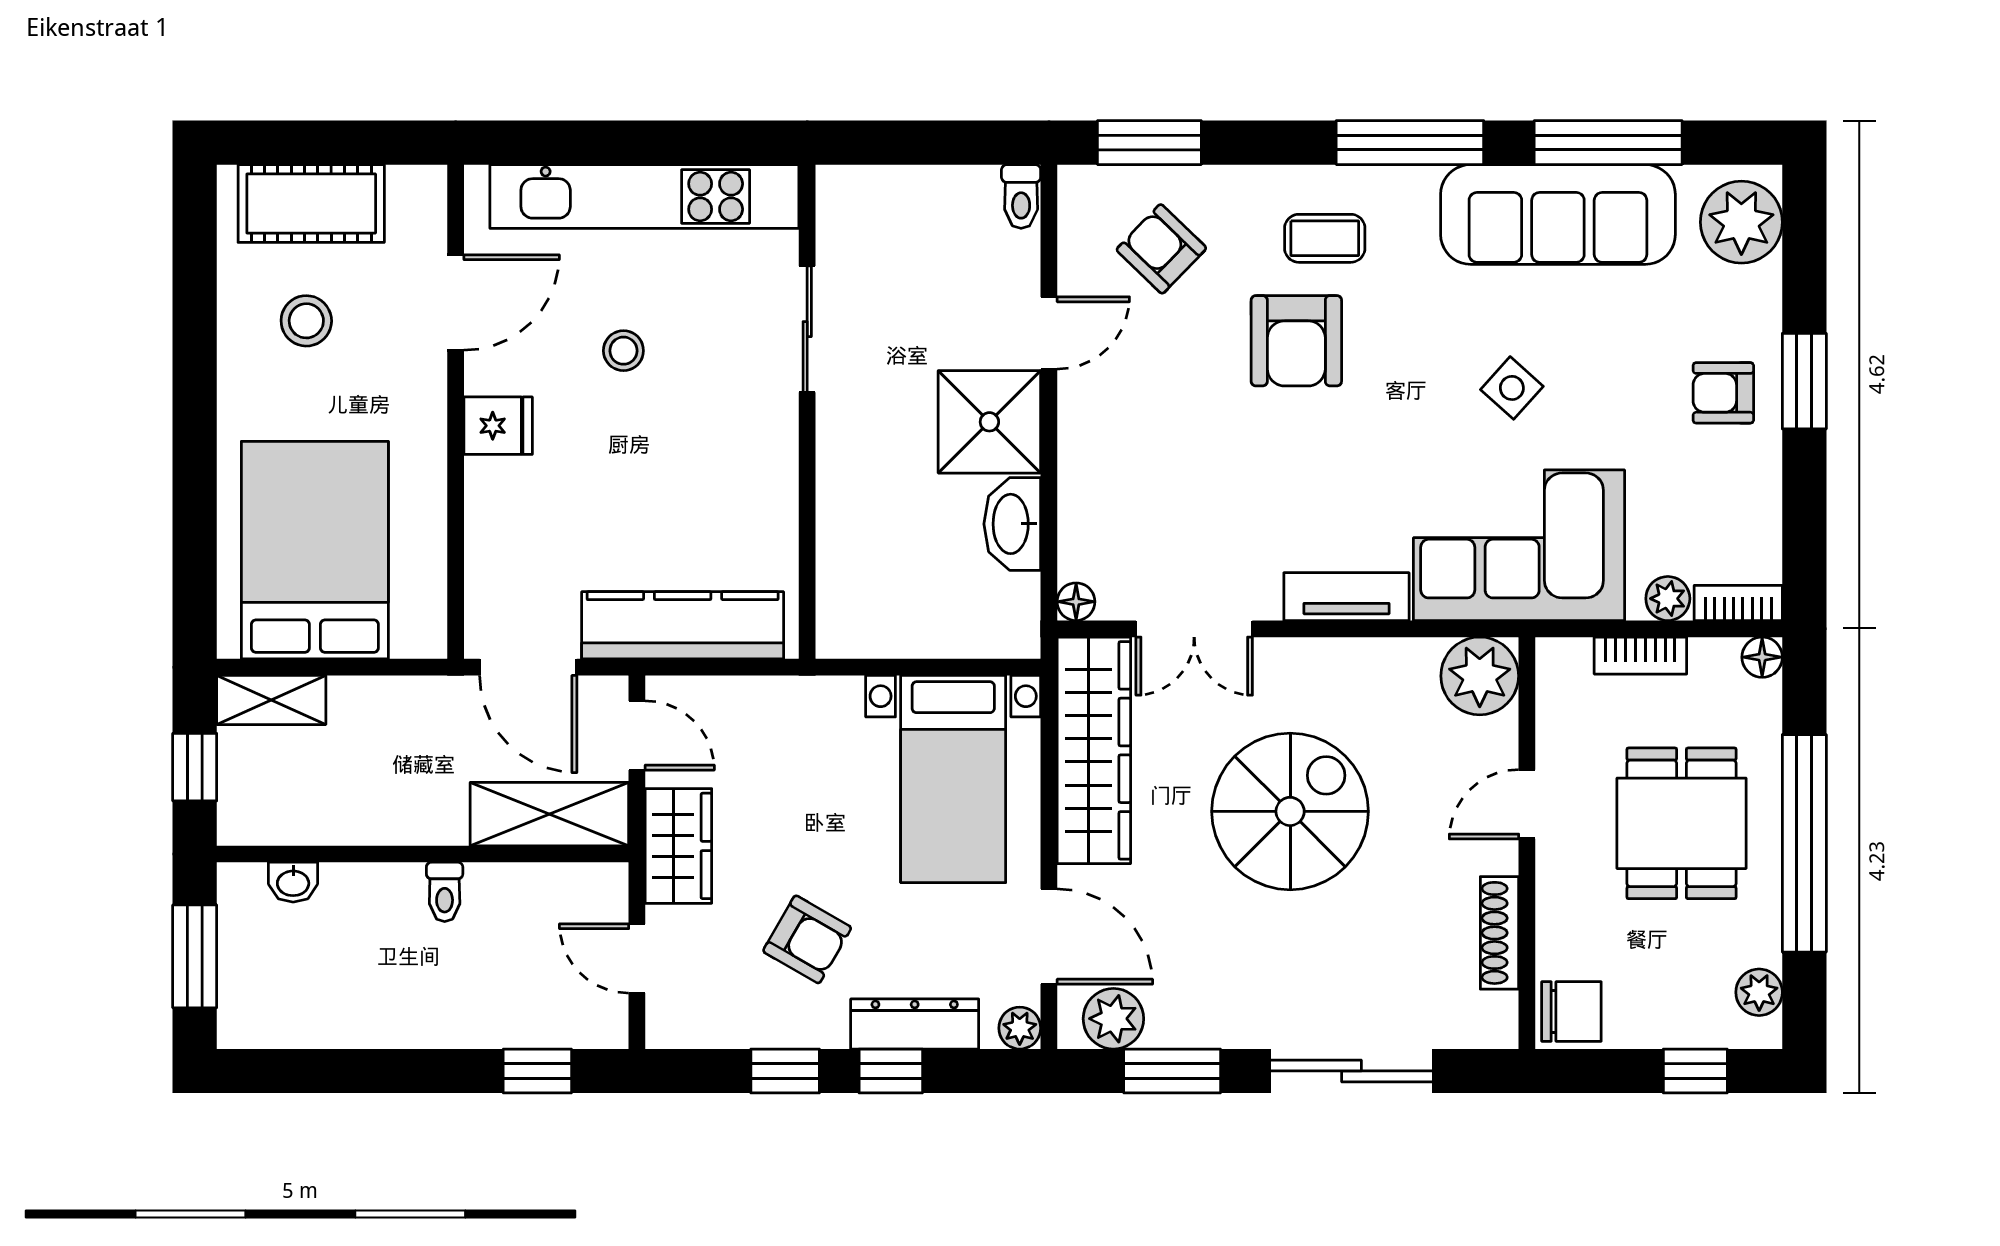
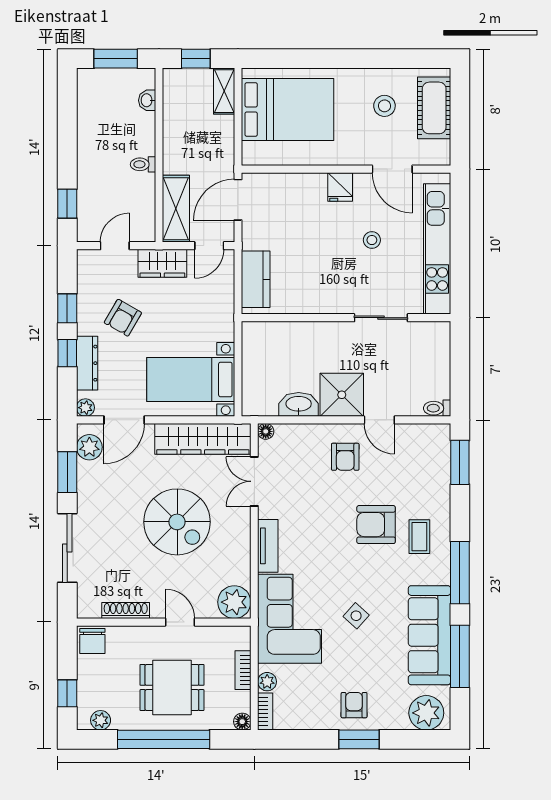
armchair: (1161, 249) -> (345, 457), moved, turned 136
kitchen counter: (683, 625) -> (256, 279), width x0.67

